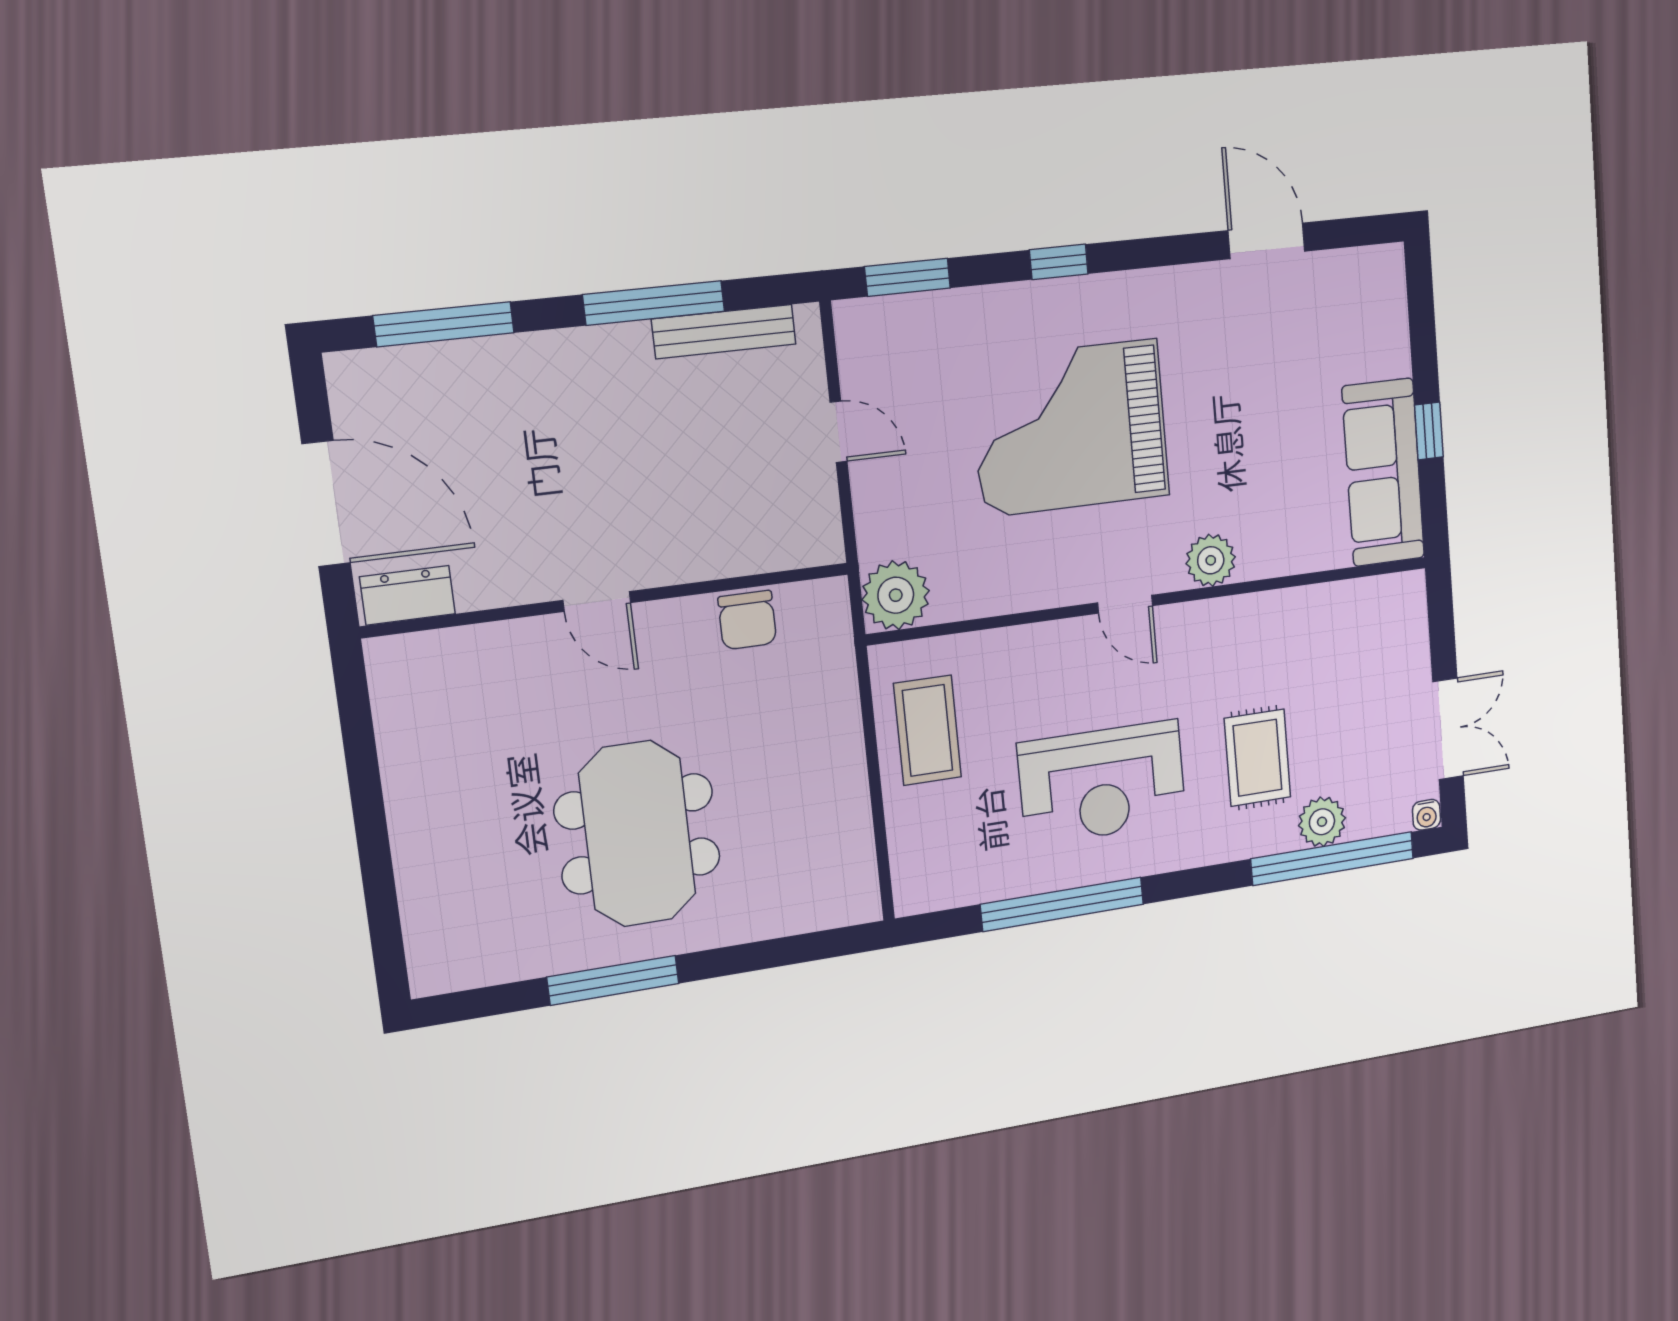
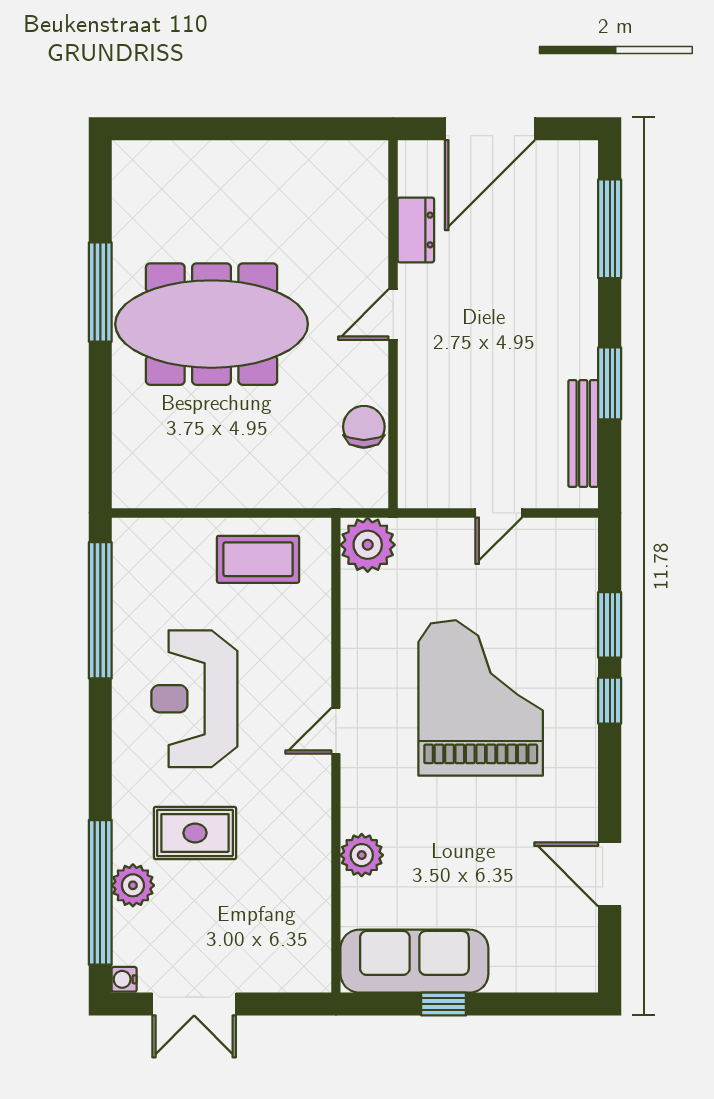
door: (1267, 241) -> (610, 874), swing flipped
window: (908, 277) -> (610, 625), moved
window: (654, 303) -> (610, 383), width x0.69
plant: (1211, 560) -> (362, 855), moved
dresser: (408, 595) -> (416, 230), moved
chair: (747, 620) -> (364, 427), turned 90
meeting table: (637, 834) -> (212, 324), width x1.36
window: (1062, 904) -> (100, 610), moved

